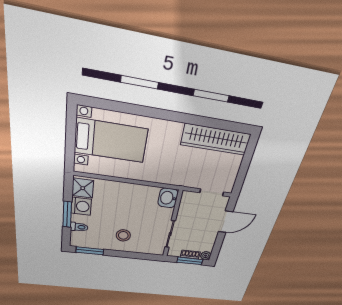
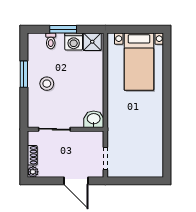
wardrobe: (216, 140) -> (154, 148), removed
window: (90, 251) -> (24, 74), moved
window: (190, 261) -> (24, 157), removed

